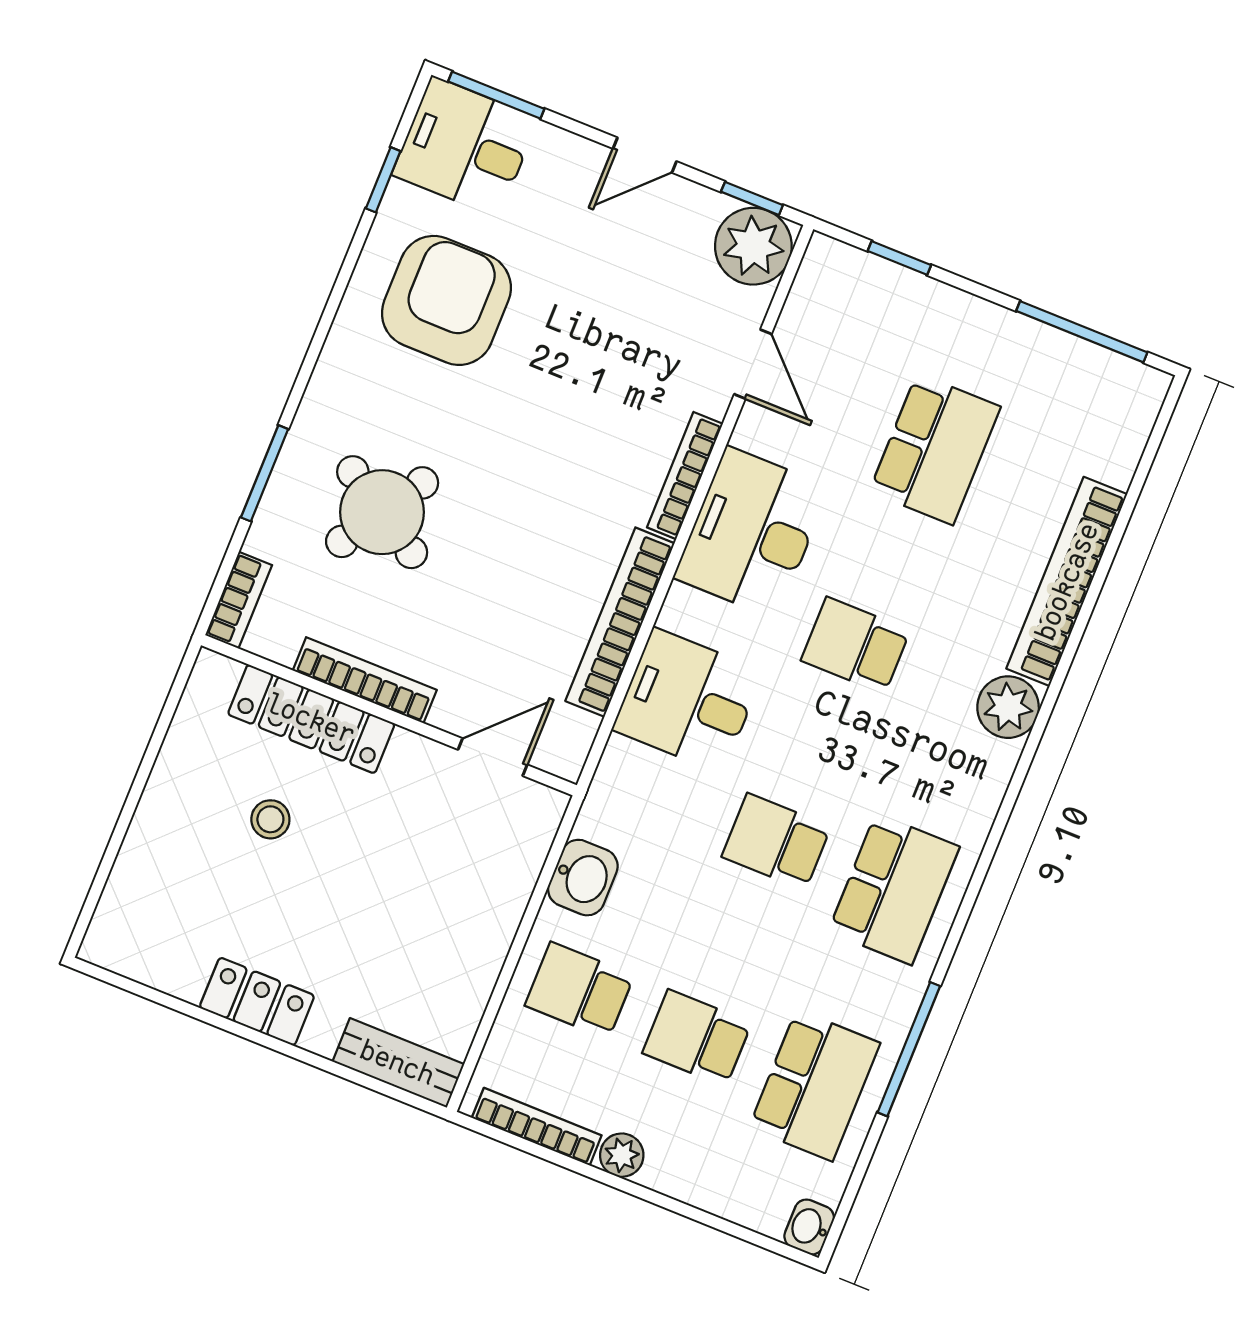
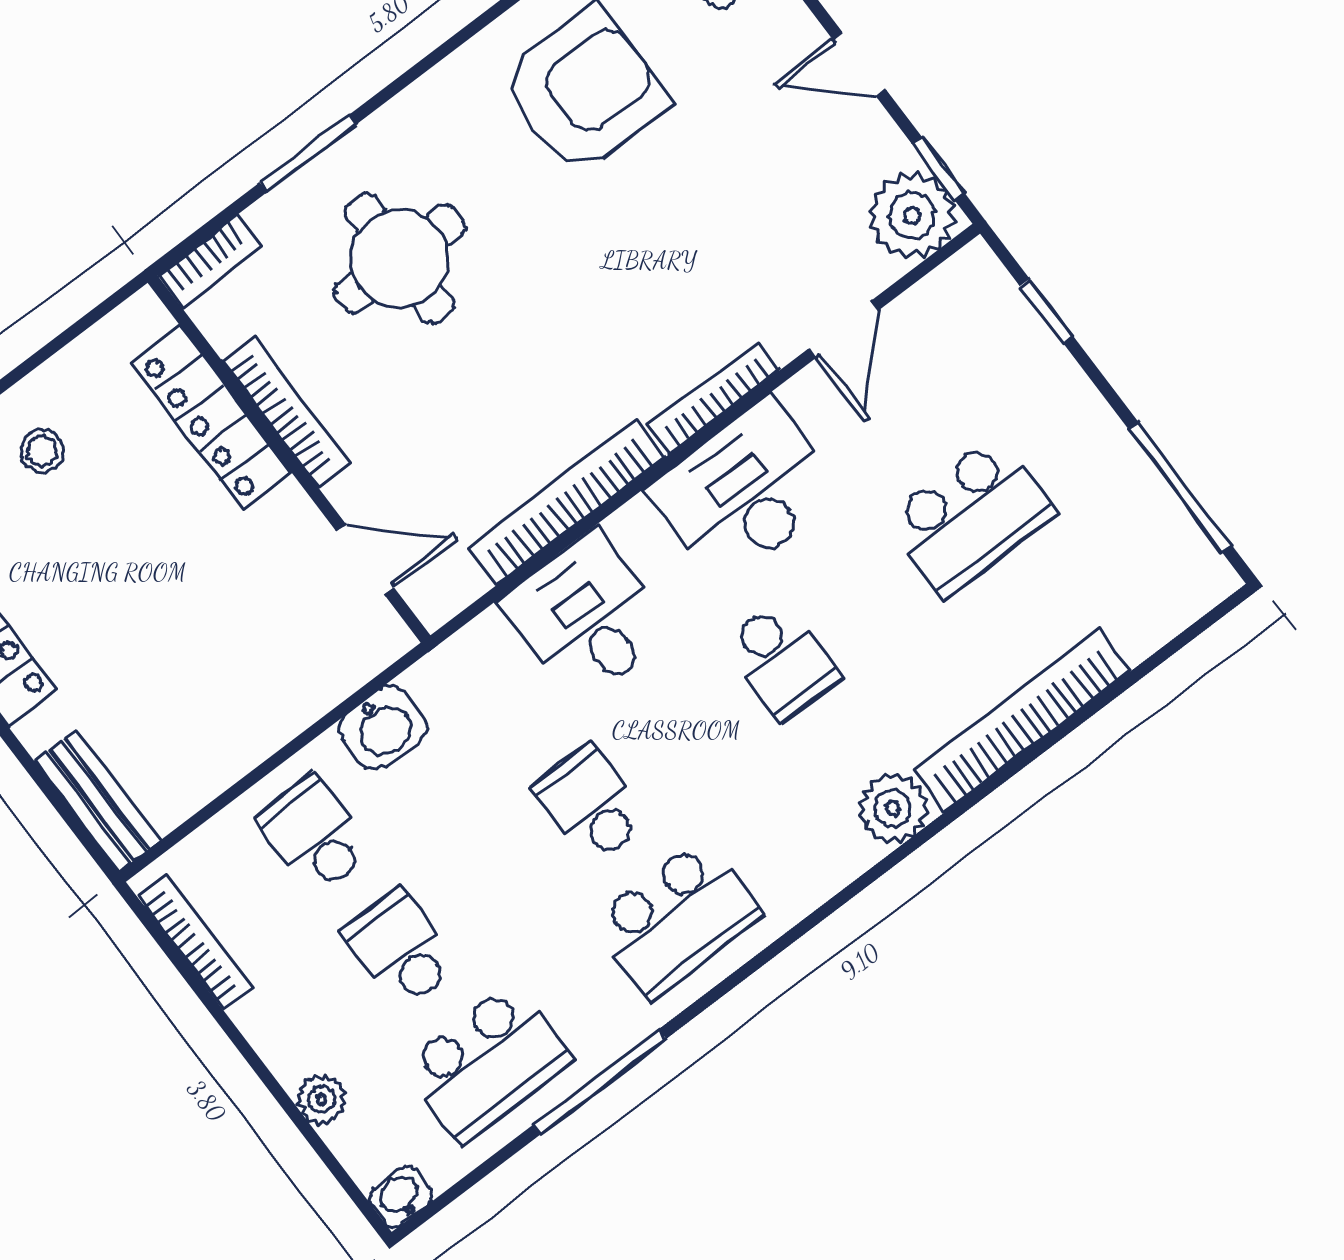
round table: (382, 512) -> (400, 259), turned -32
school desk: (856, 645) -> (781, 661), turned 180
stool: (270, 819) -> (42, 451), moved
plant: (622, 1155) -> (321, 1099), moved

